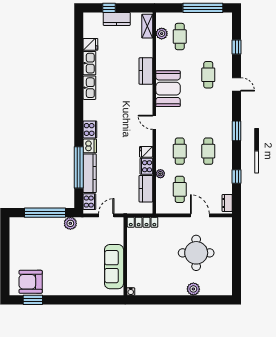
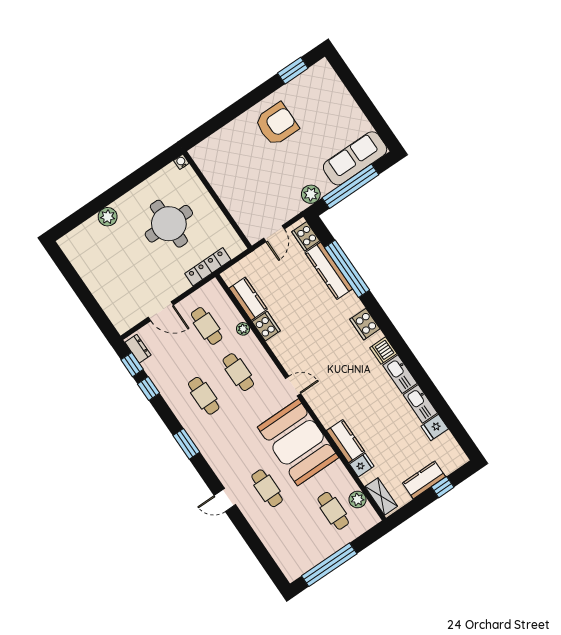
window: (237, 47) -> (132, 365), moved
booth: (168, 89) -> (298, 442), width x1.36, depth x1.42
dishwasher: (90, 146) -> (383, 351), moved
fridge: (146, 152) -> (362, 465), moved
locker: (143, 222) -> (208, 267), moved
round table: (196, 253) -> (169, 224), moved
sofa: (114, 267) -> (355, 158), moved, turned -90
armchair: (31, 282) -> (277, 124), moved

